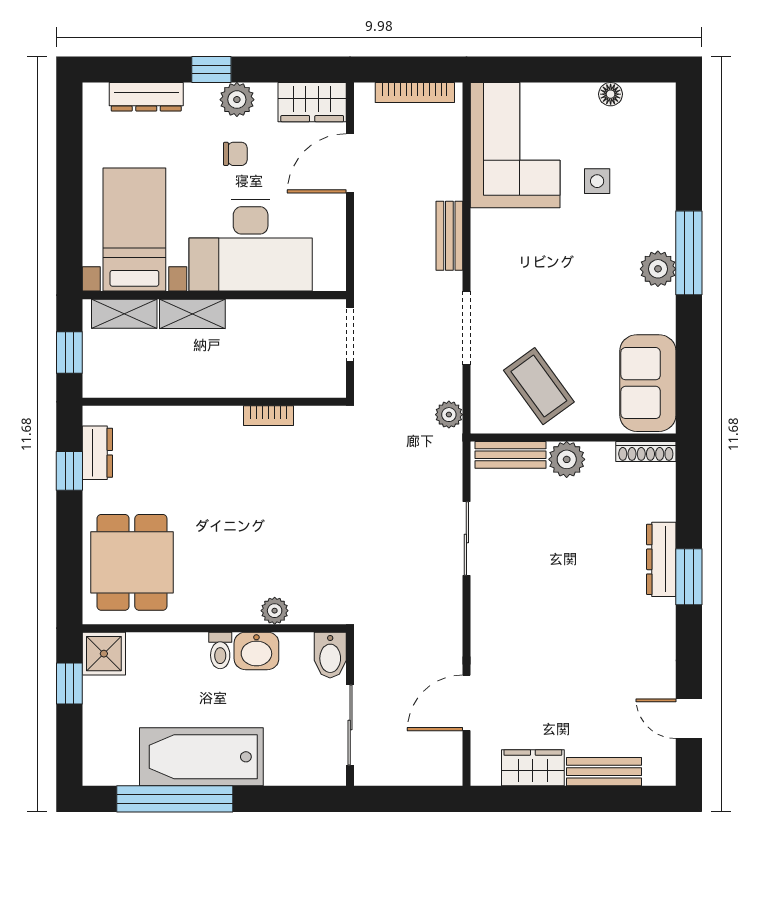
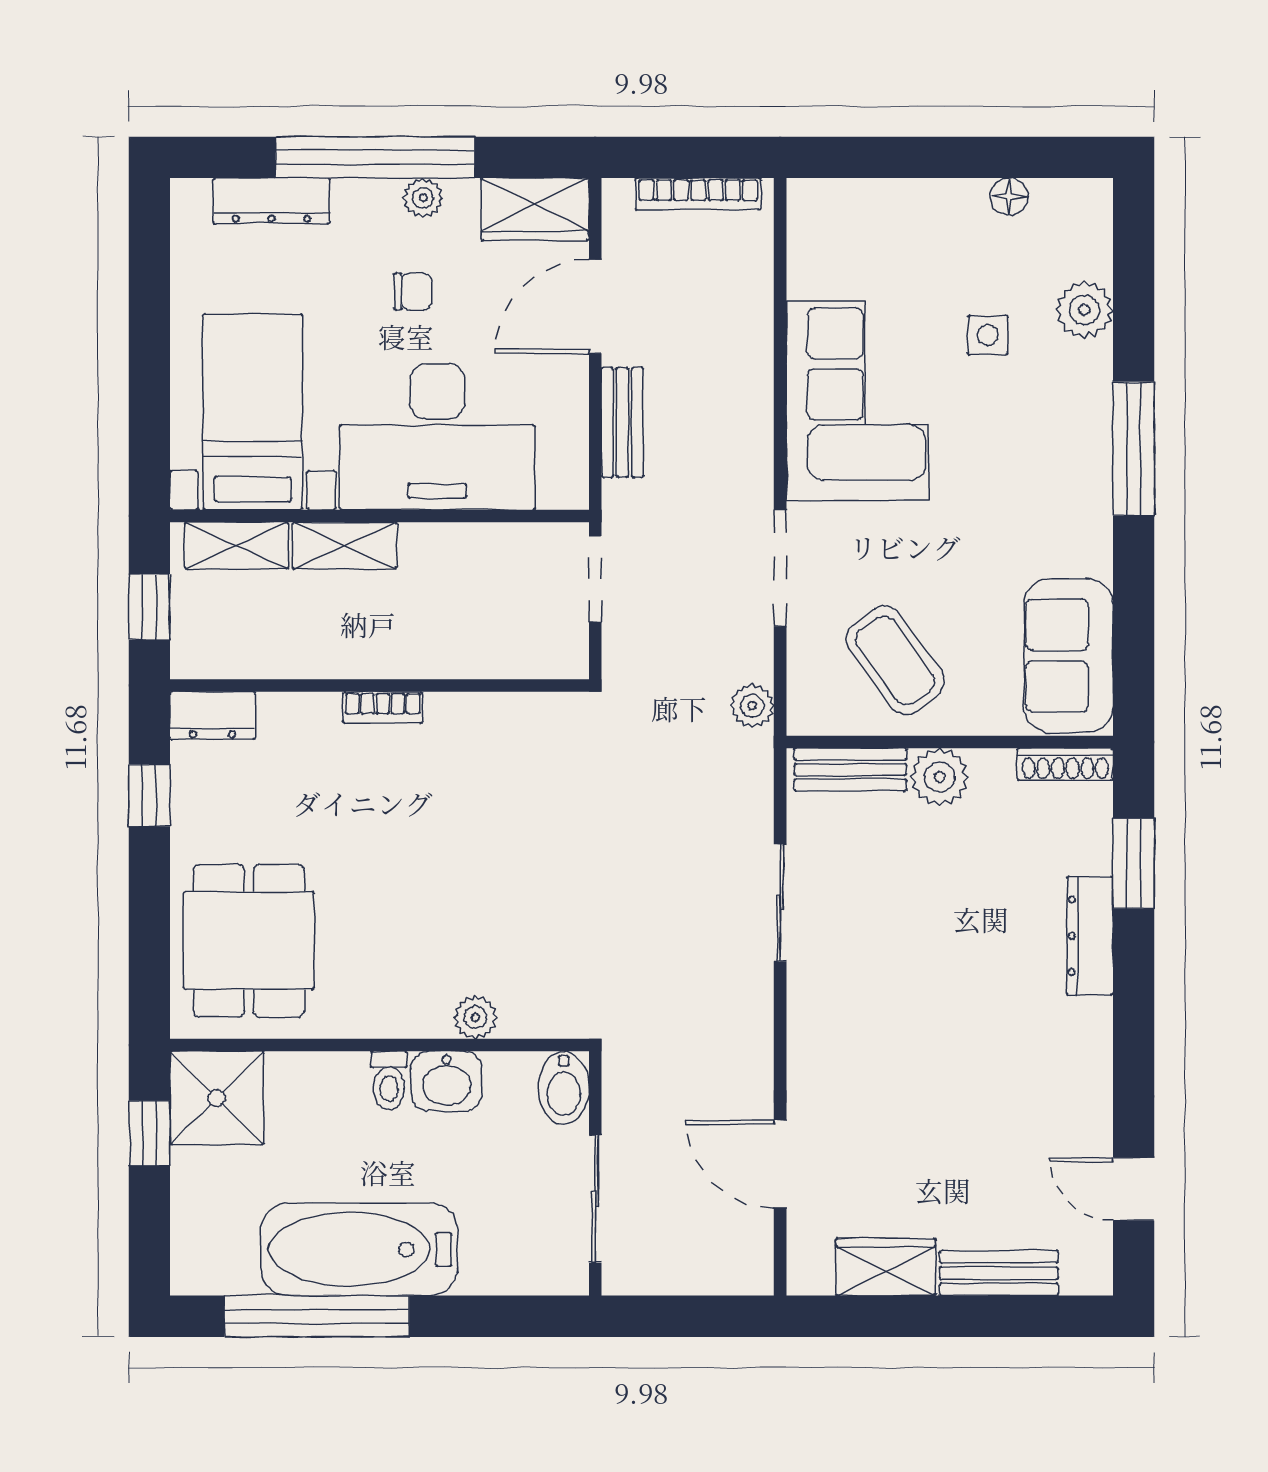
window: (211, 69) -> (375, 157), width x3.17
plant: (237, 100) -> (423, 198), width x0.73, depth x0.73
corner sofa: (515, 145) -> (857, 401), moved
bench: (449, 236) -> (622, 422), moved
plant: (658, 269) -> (1085, 310), moved
bookcase: (268, 416) -> (383, 707), moved
dresser: (97, 453) -> (212, 716), moved, turned 90
window: (689, 577) -> (1134, 864), moved
shower: (104, 654) -> (217, 1098), width x1.36, depth x1.36
door: (466, 703) -> (780, 1164), hinge flipped

